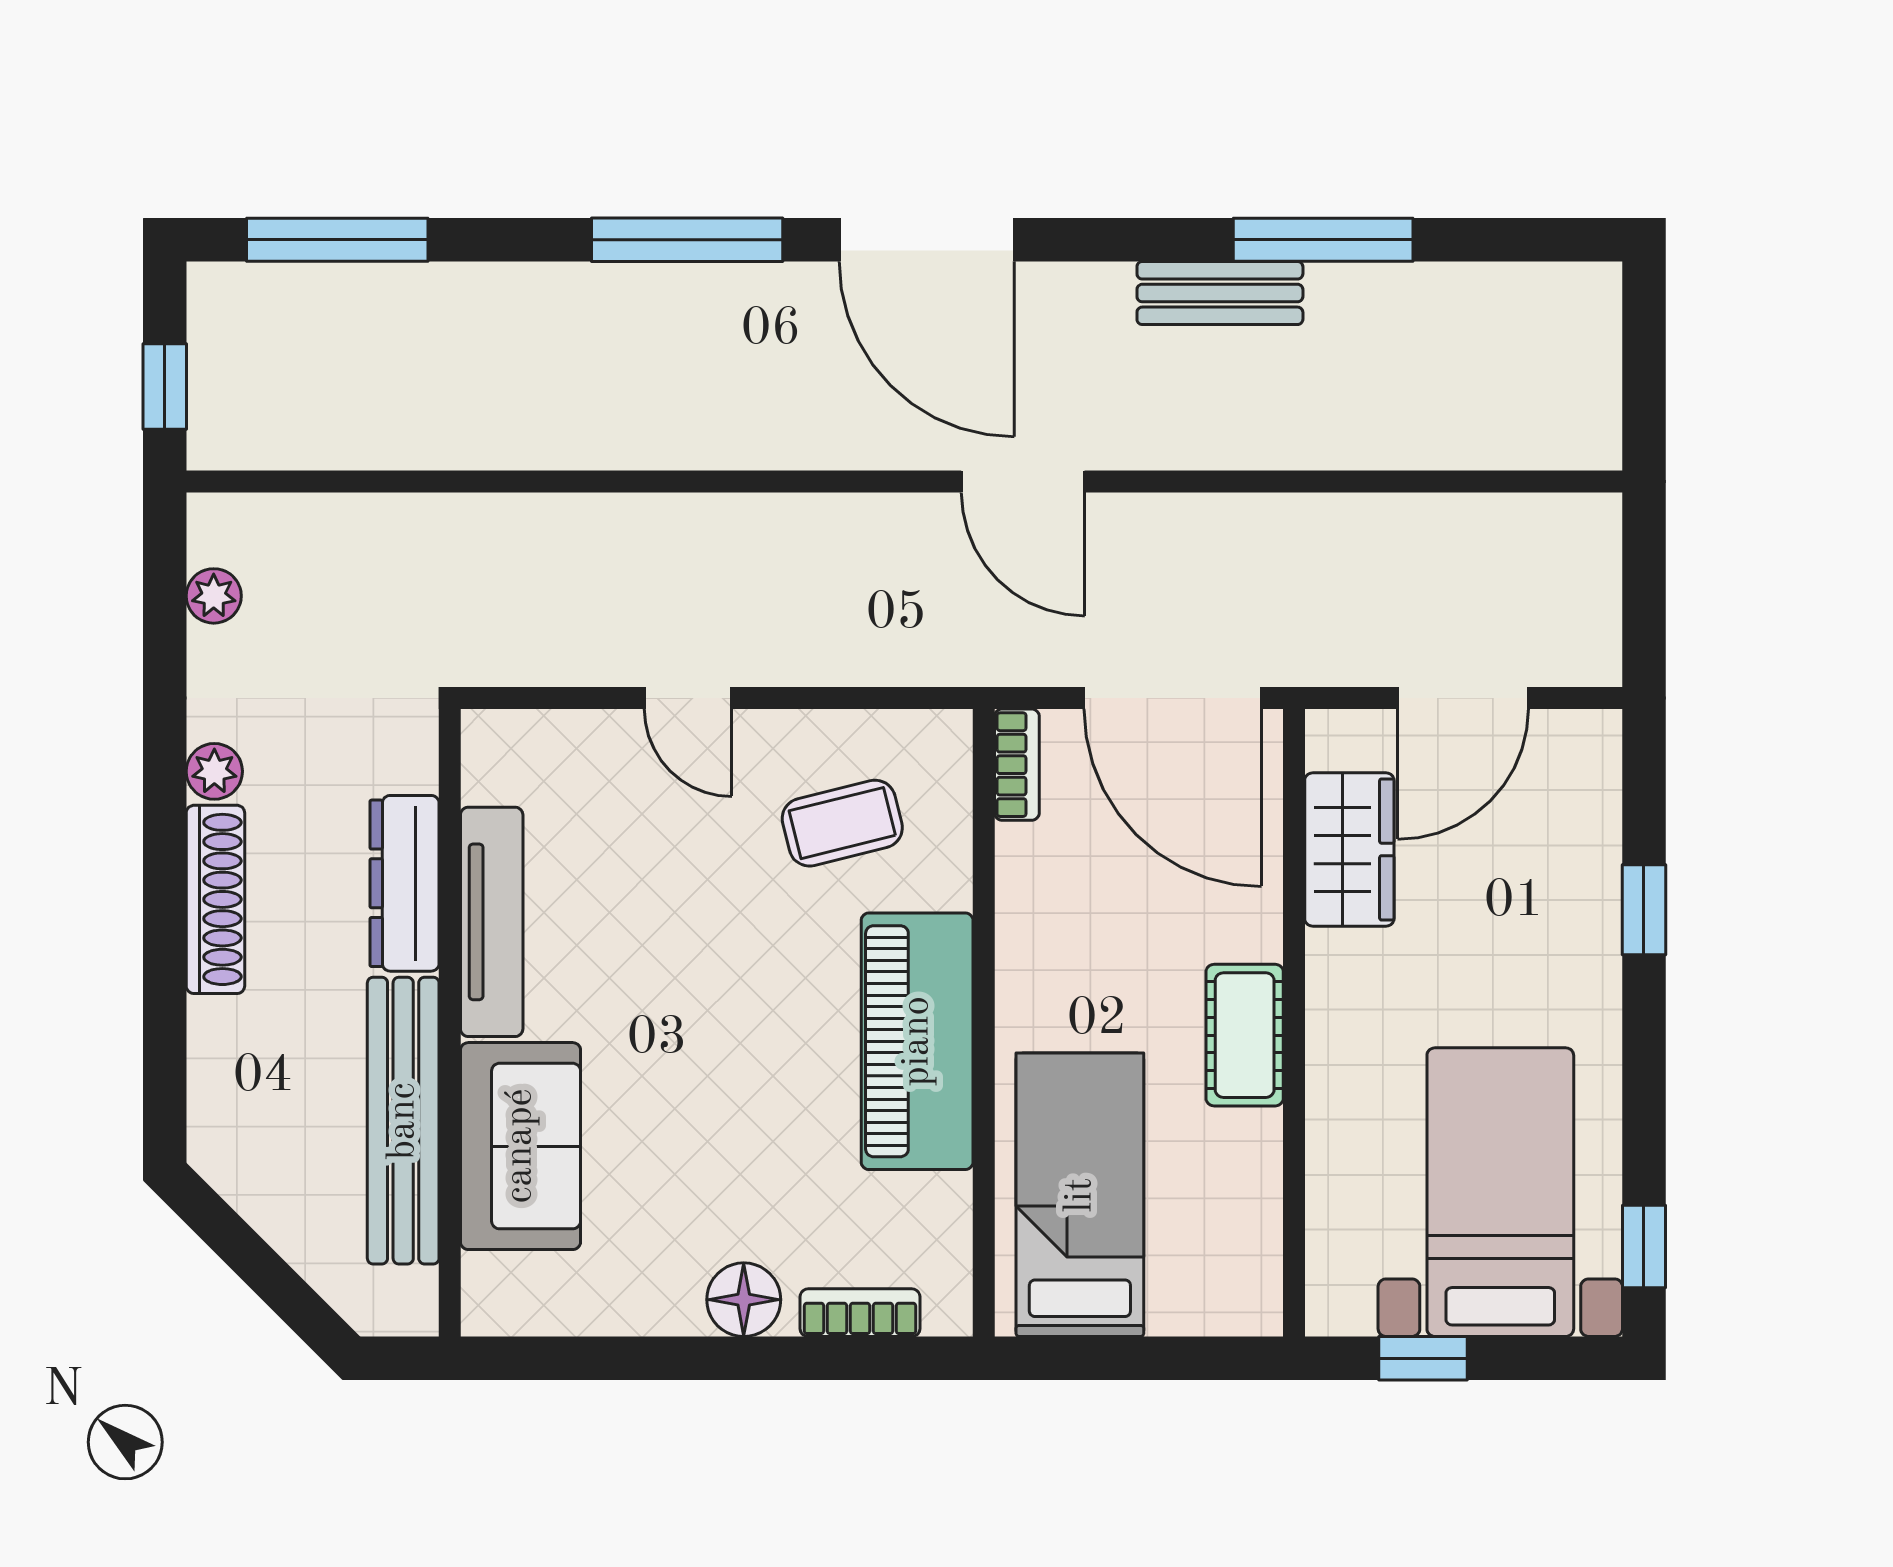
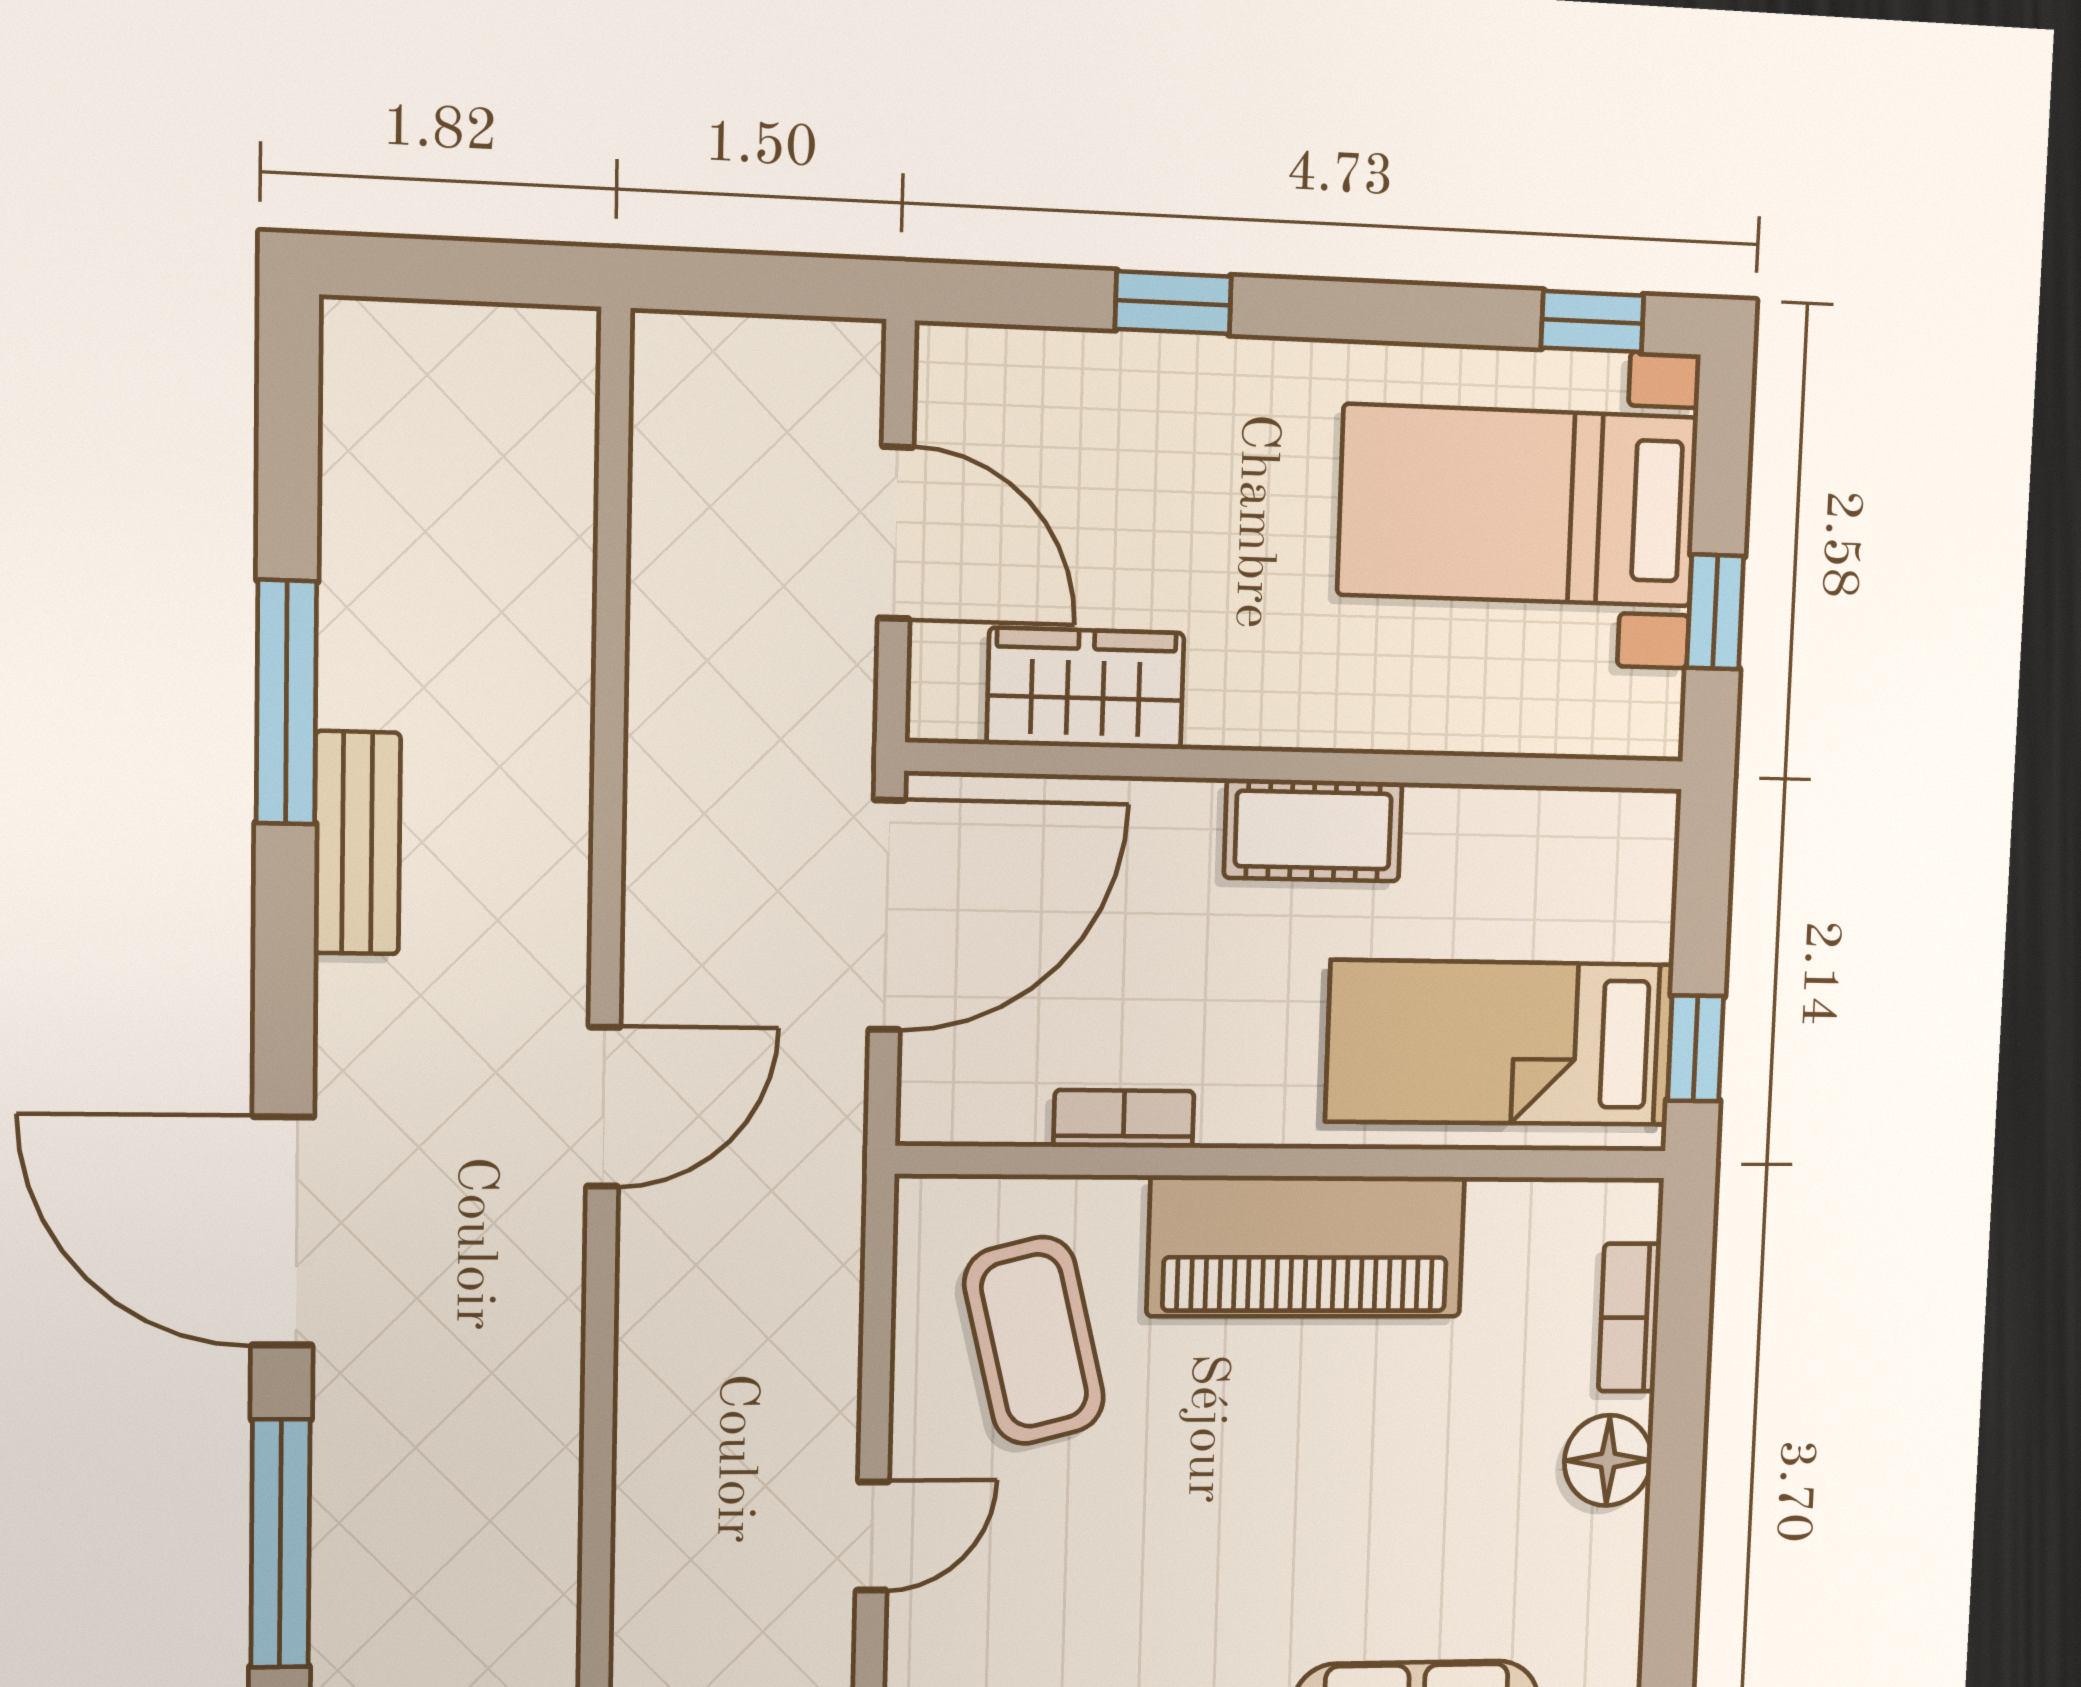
door: (927, 240) -> (283, 1231), swing flipped
bookcase: (1017, 765) -> (1124, 1119), moved
coffee table: (842, 823) -> (1034, 1340), width x1.36, depth x1.30
window: (1077, 1358) -> (1696, 1048), added

